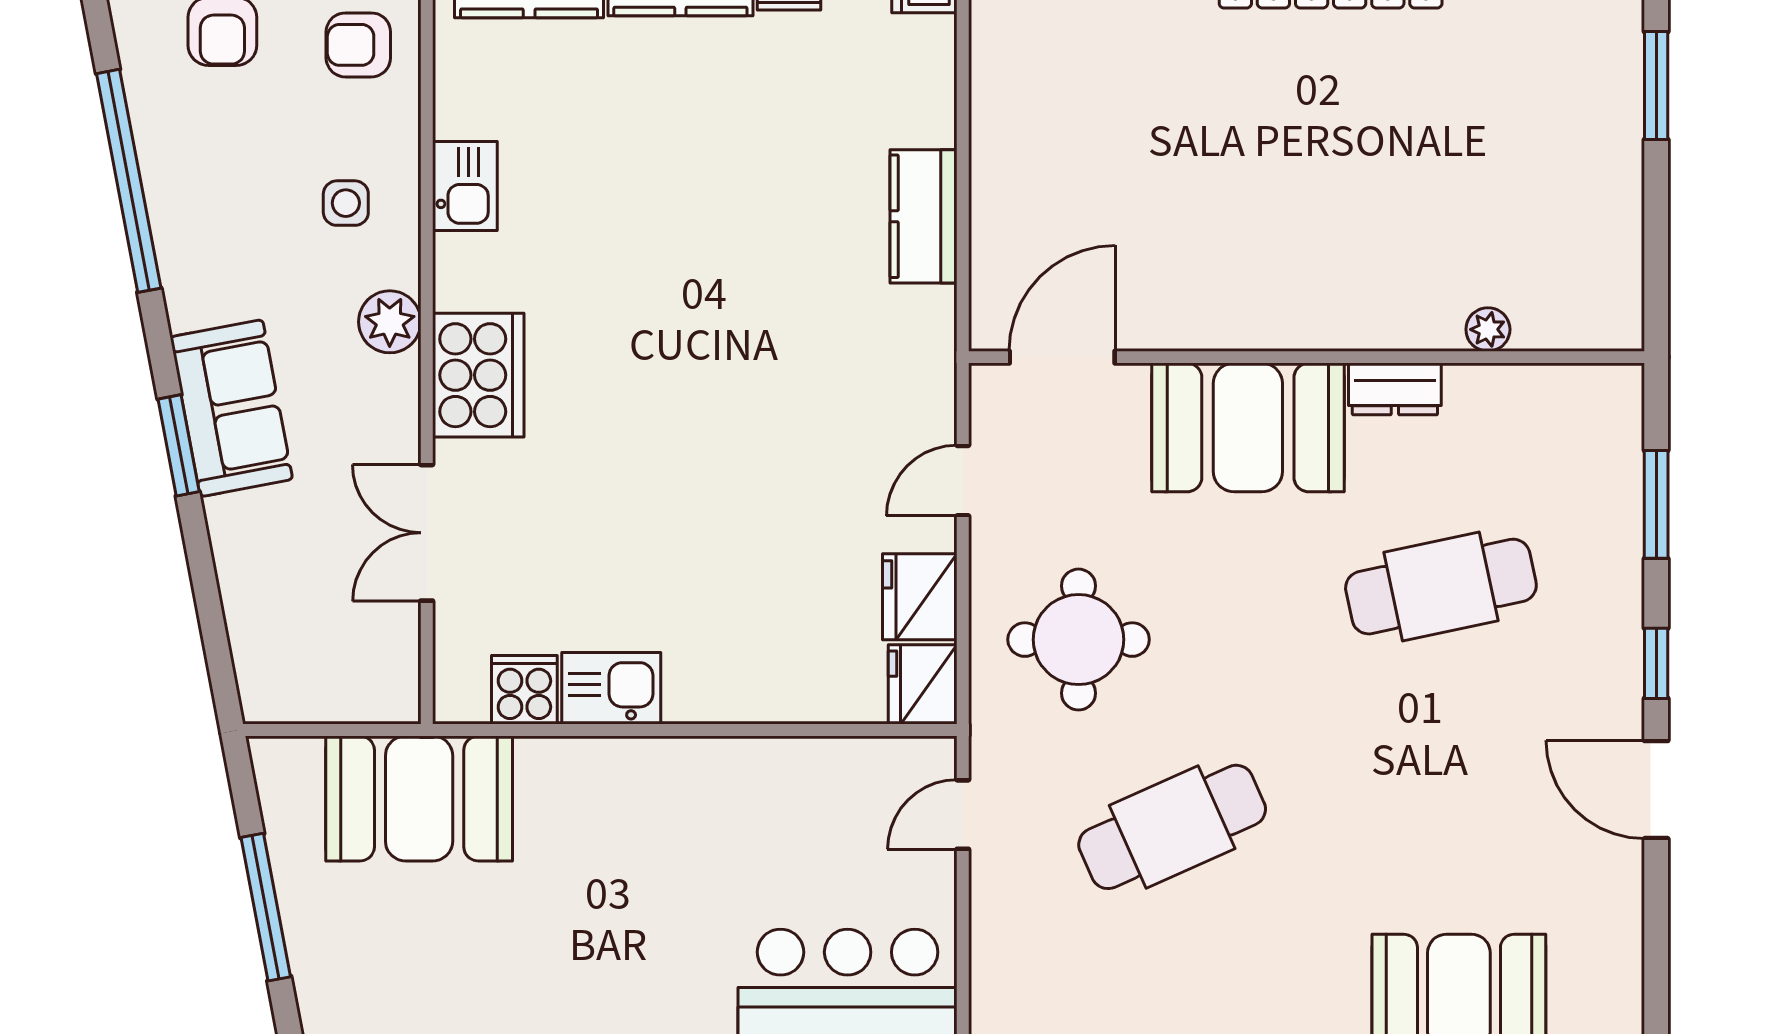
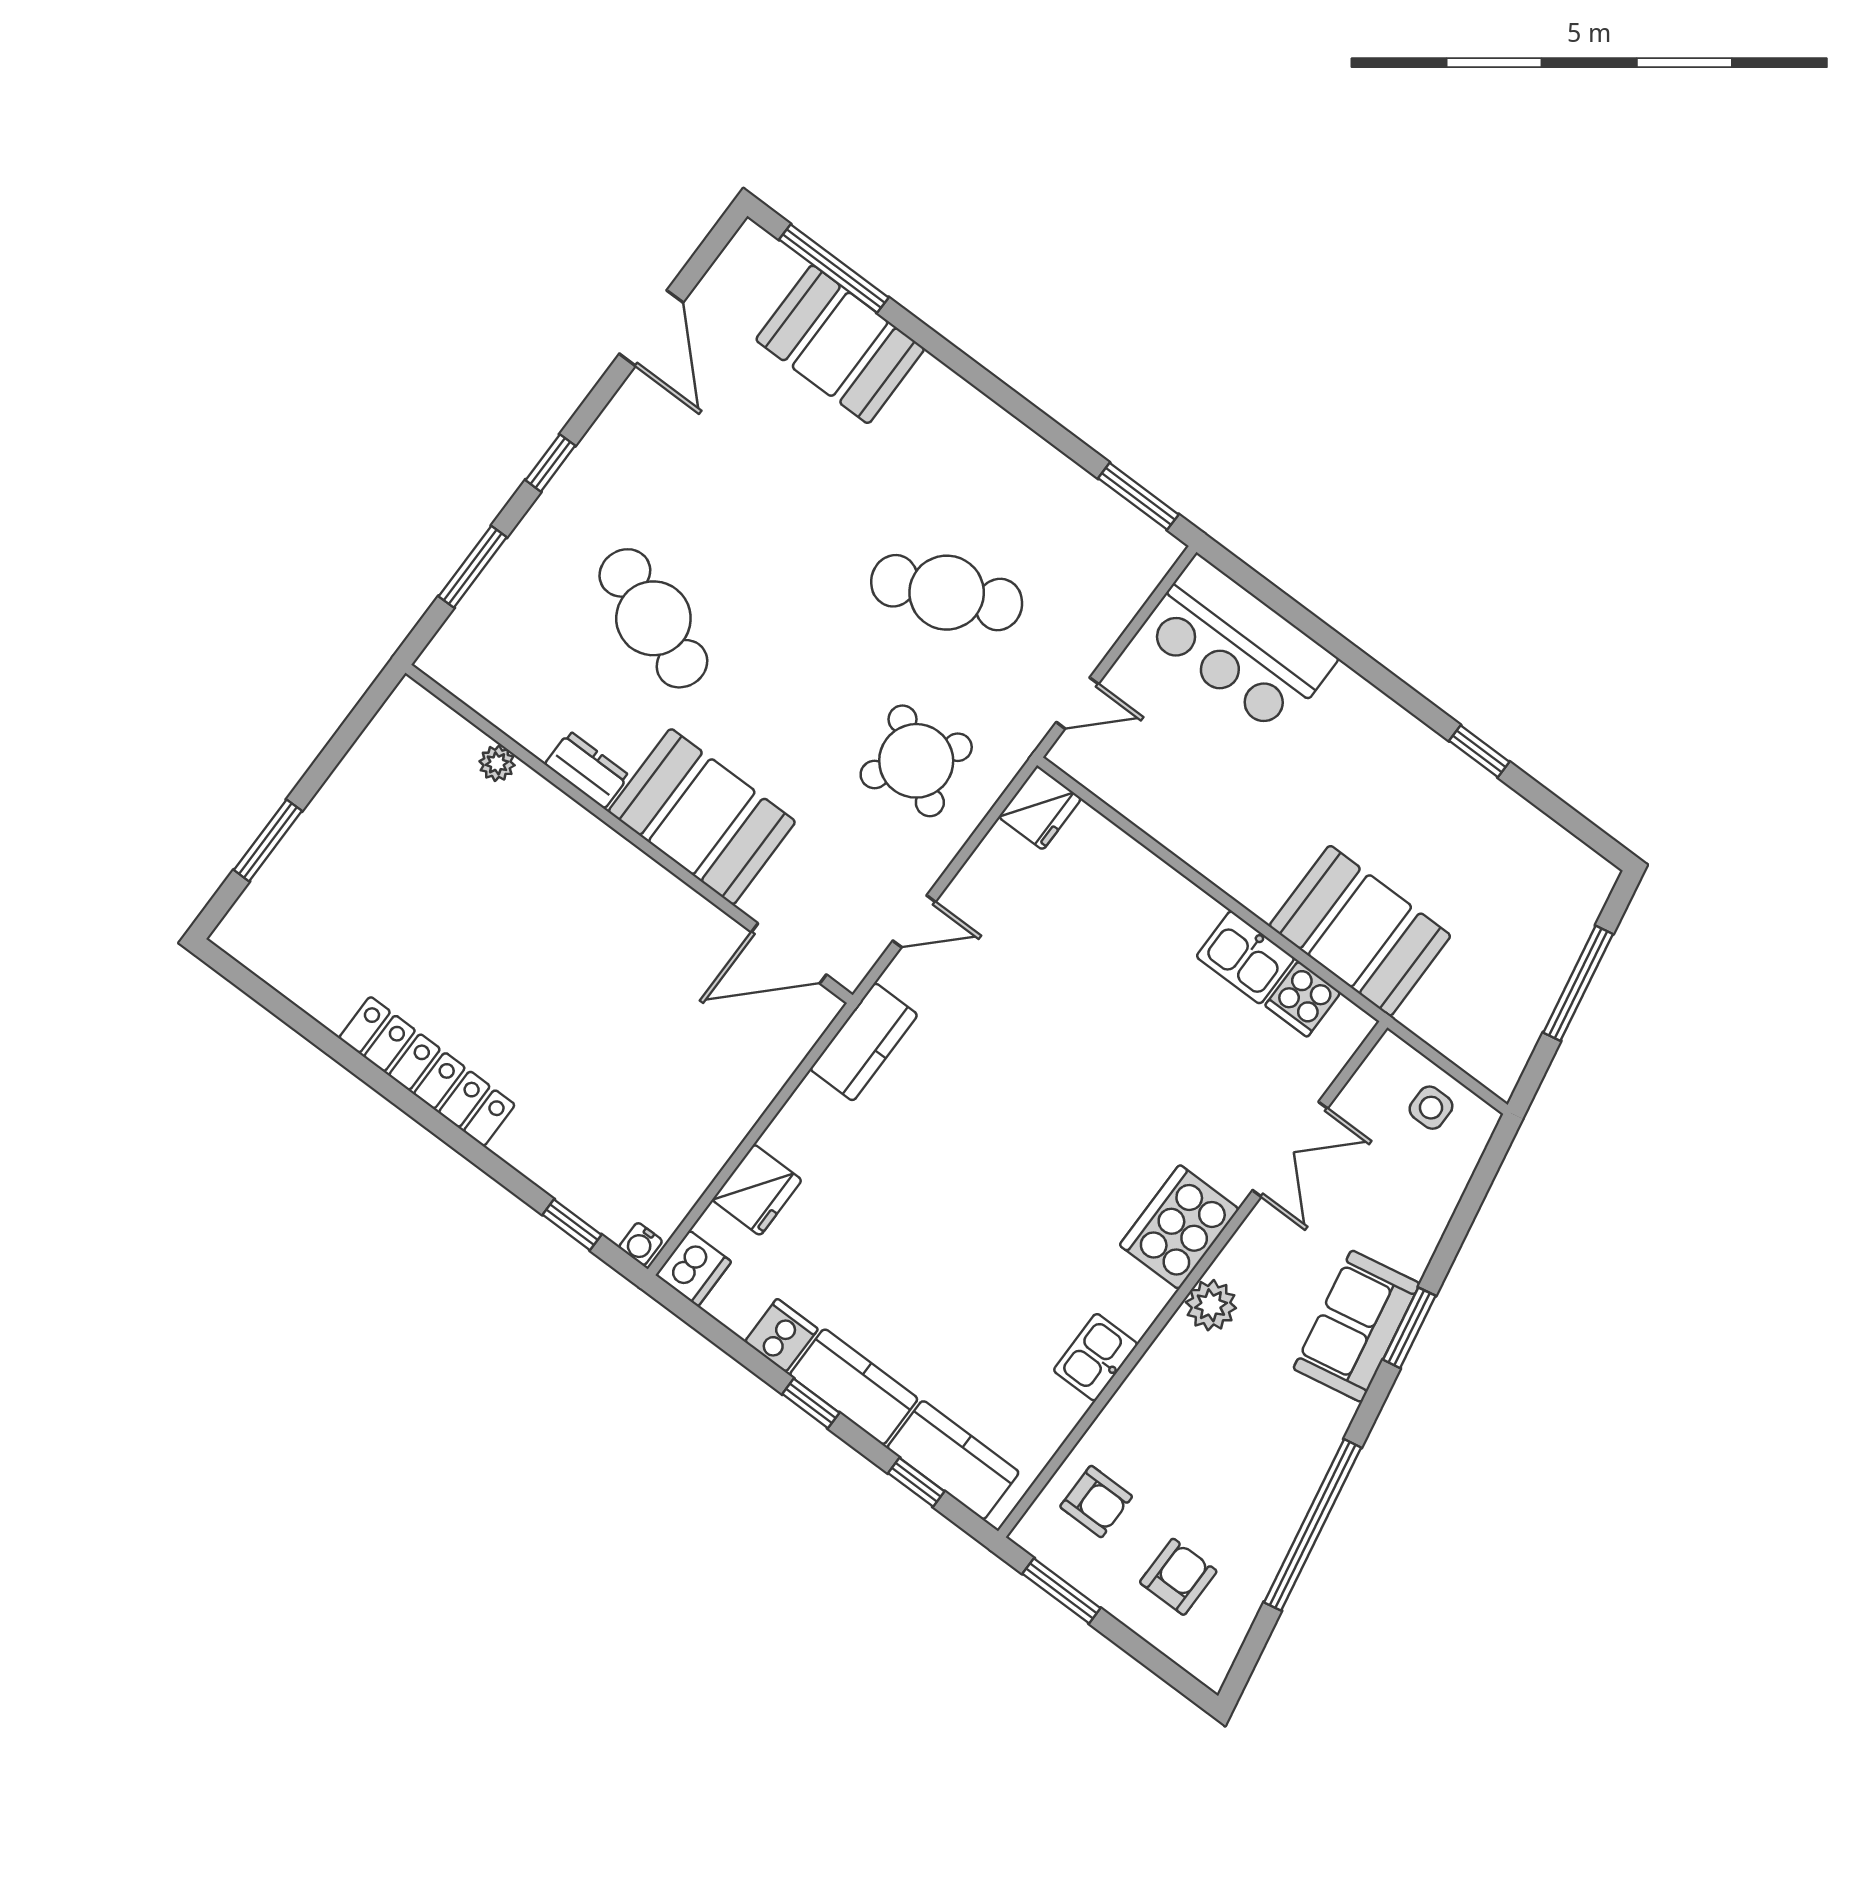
side table: (346, 203) -> (1431, 1108), moved
kitchen counter: (924, 216) -> (864, 1042), moved
cafe table: (1441, 587) -> (653, 618), turned 33
fridge: (920, 597) -> (757, 1190), moved
round table: (1079, 640) -> (916, 761), turned 35
door: (1656, 790) -> (651, 328), moved
booth: (419, 798) -> (1360, 931), moved

